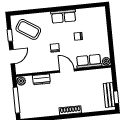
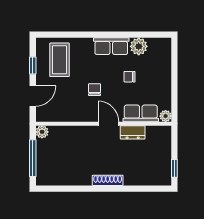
plant: (83, 15) -> (139, 46), added
coffee table: (28, 29) -> (60, 60), turned 57
dresser: (41, 79) -> (133, 132), moved
bench: (109, 95) -> (165, 164), removed

